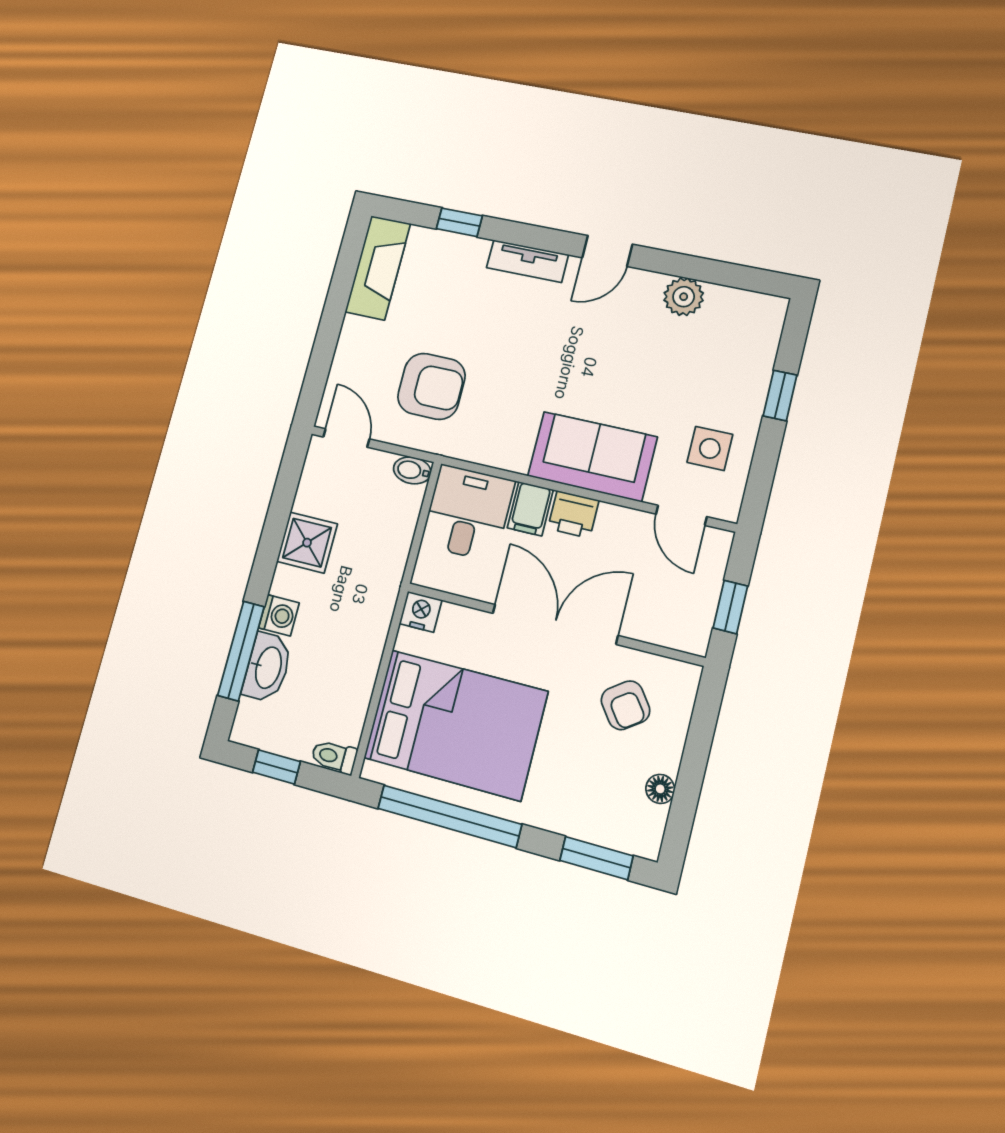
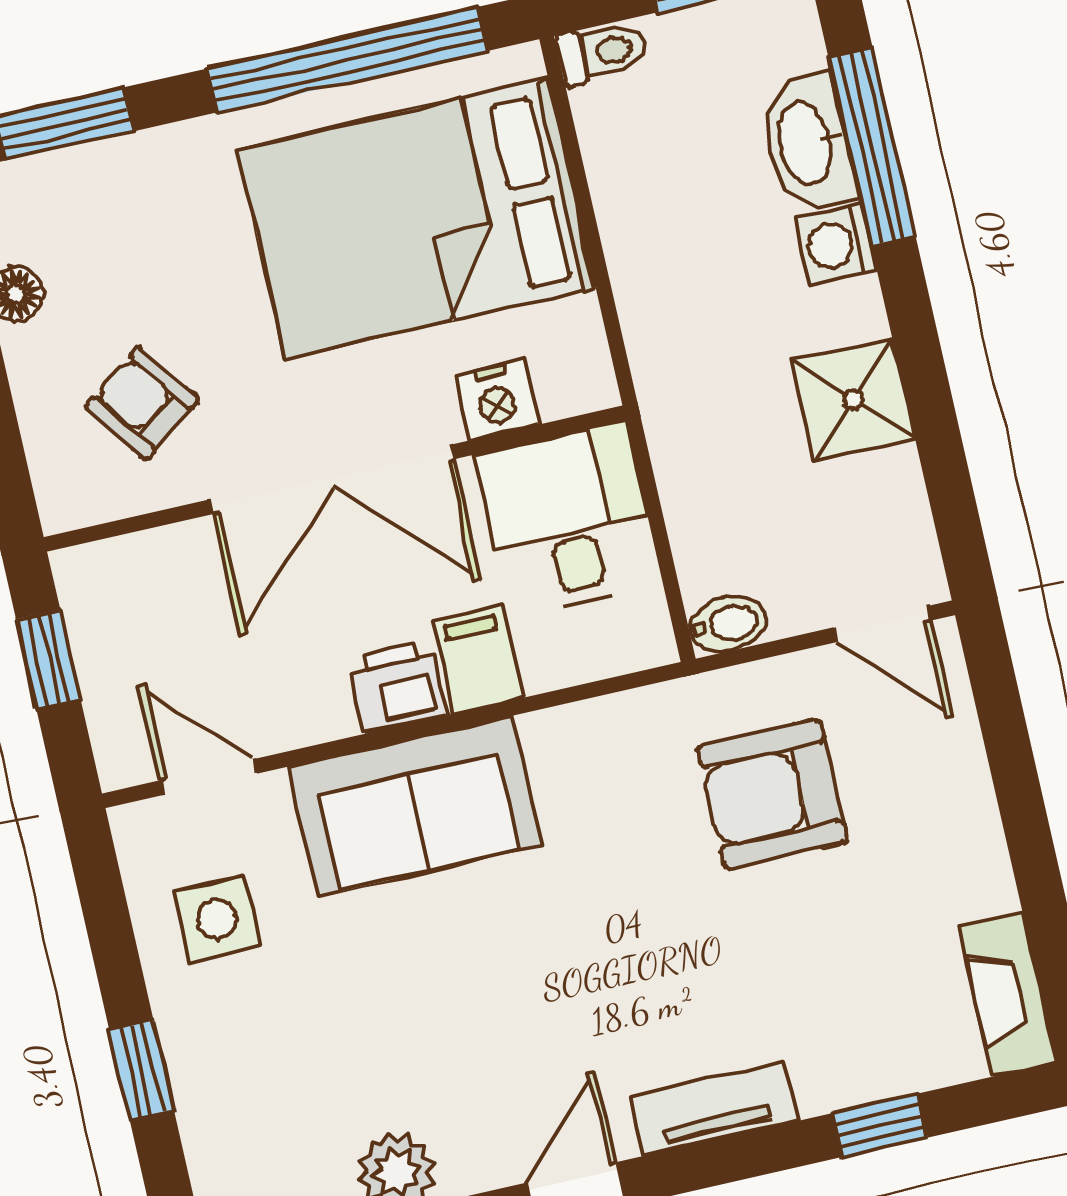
fireplace: (378, 268) -> (1008, 994), width x0.73, depth x0.76
desk: (468, 513) -> (569, 519), moved, turned 180
nightstand: (421, 612) -> (496, 400), moved

